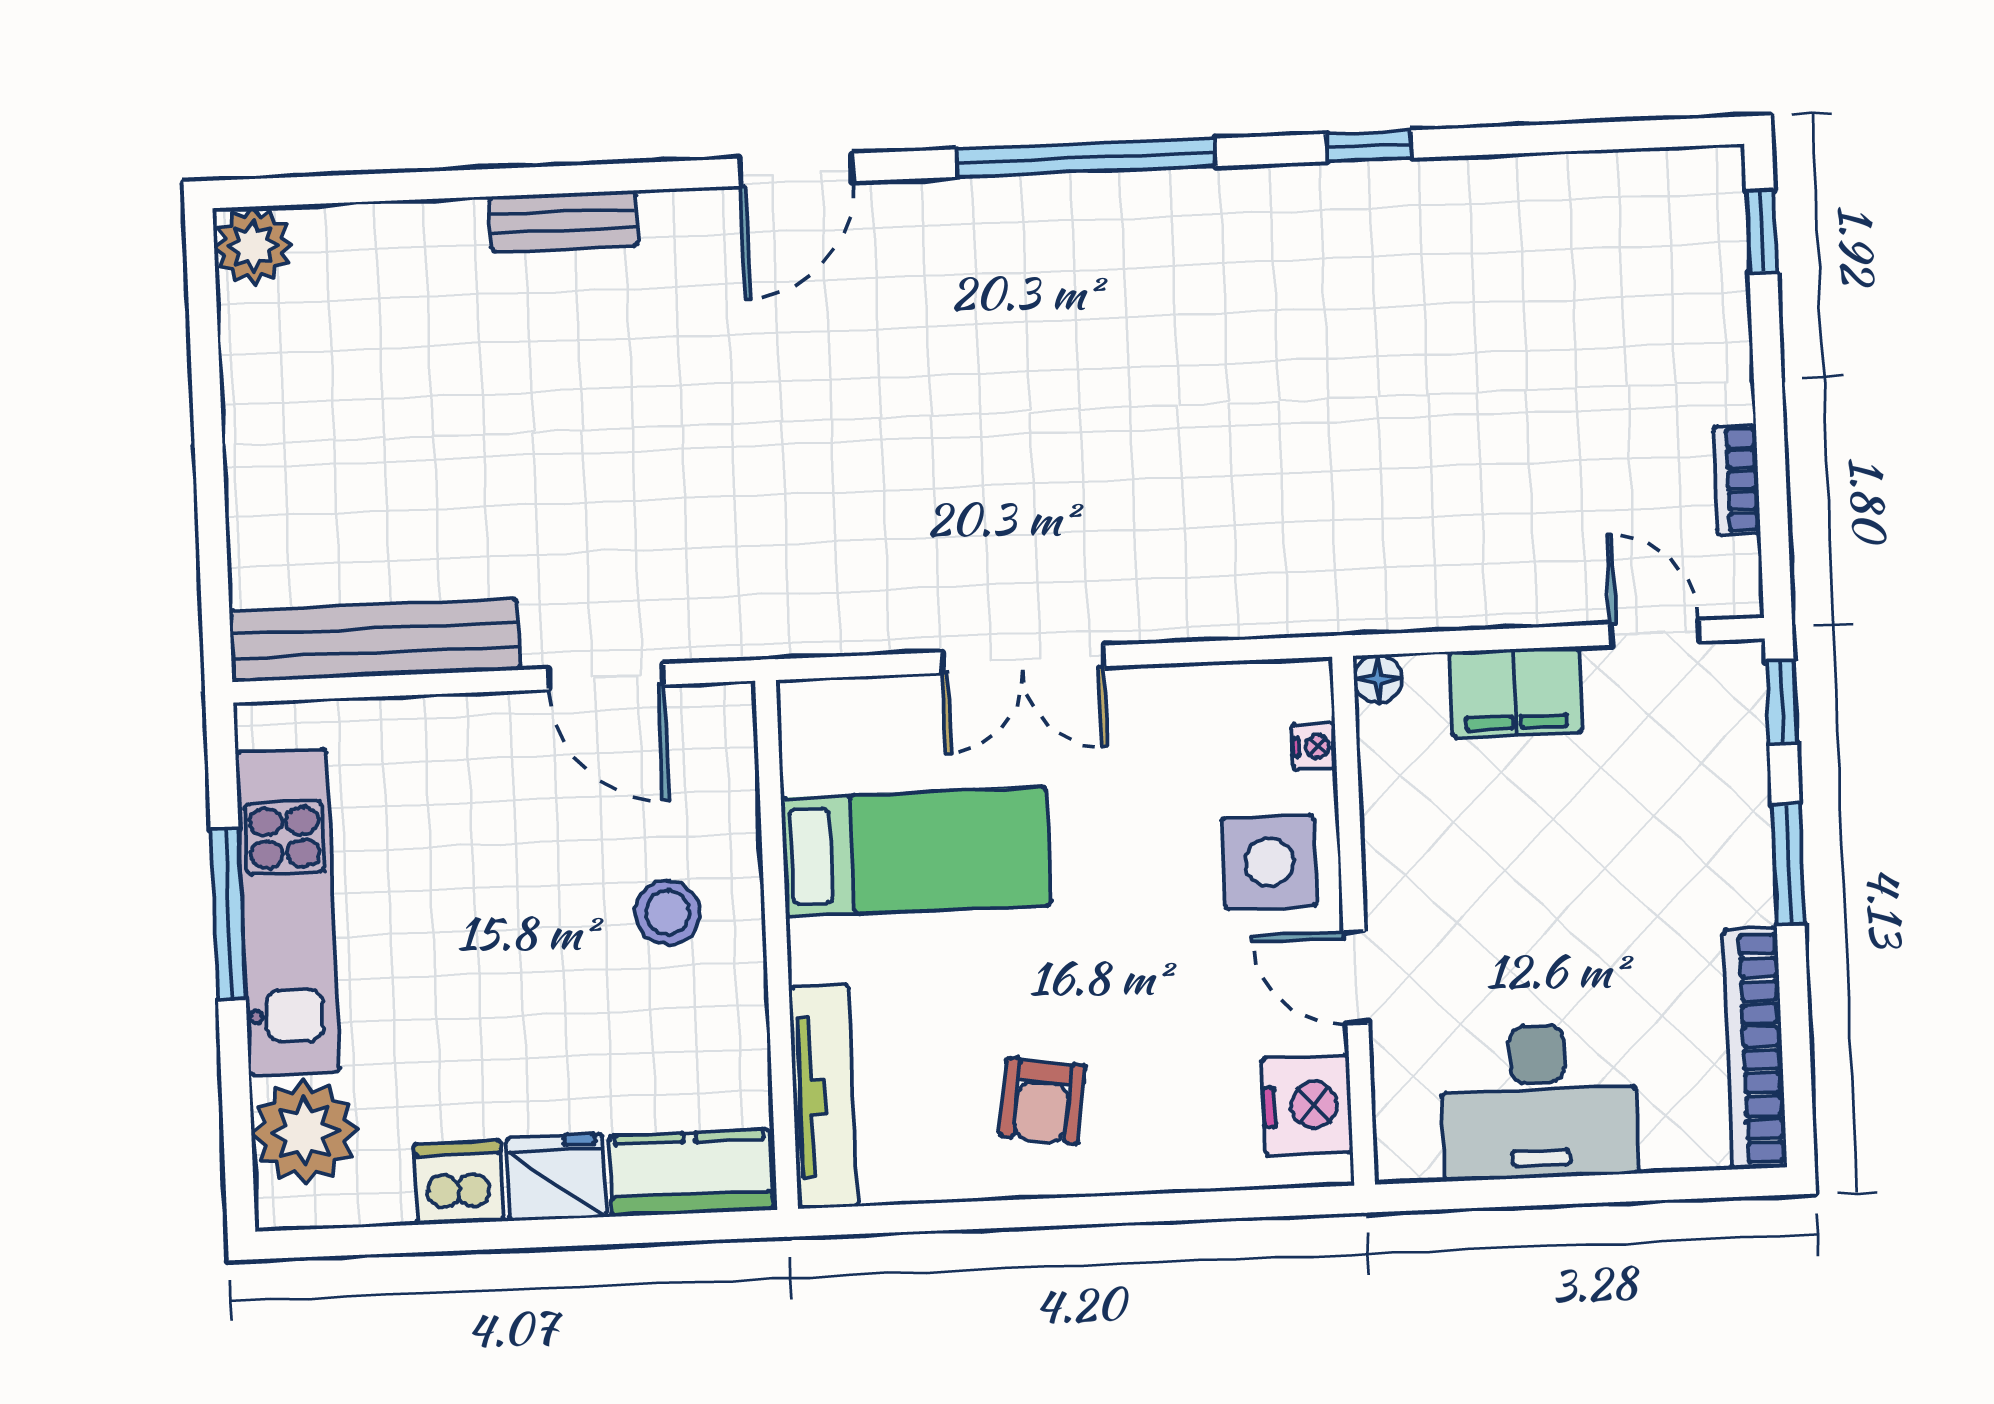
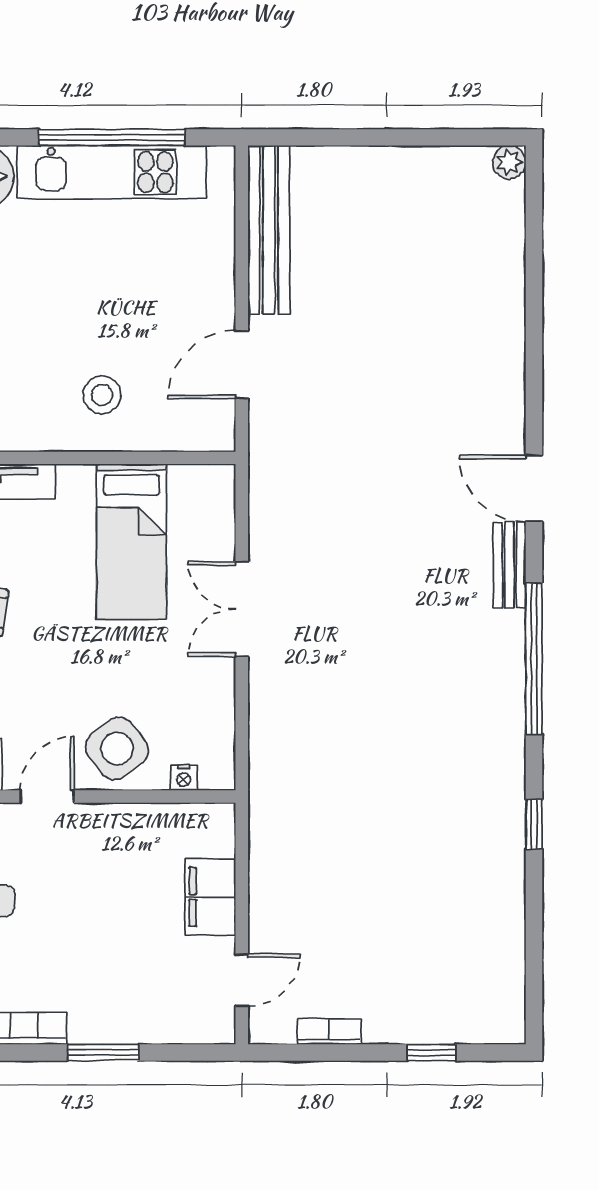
bench: (564, 221) -> (510, 565), moved
window: (1762, 231) -> (432, 1052), moved
plant: (253, 246) -> (509, 162), width x0.73, depth x0.73
floor lamp: (1378, 679) -> (222, 817), removed
window: (1781, 702) -> (198, 1052), removed
side table: (1269, 862) -> (117, 749), turned -37
window: (228, 914) -> (112, 137), width x1.46

